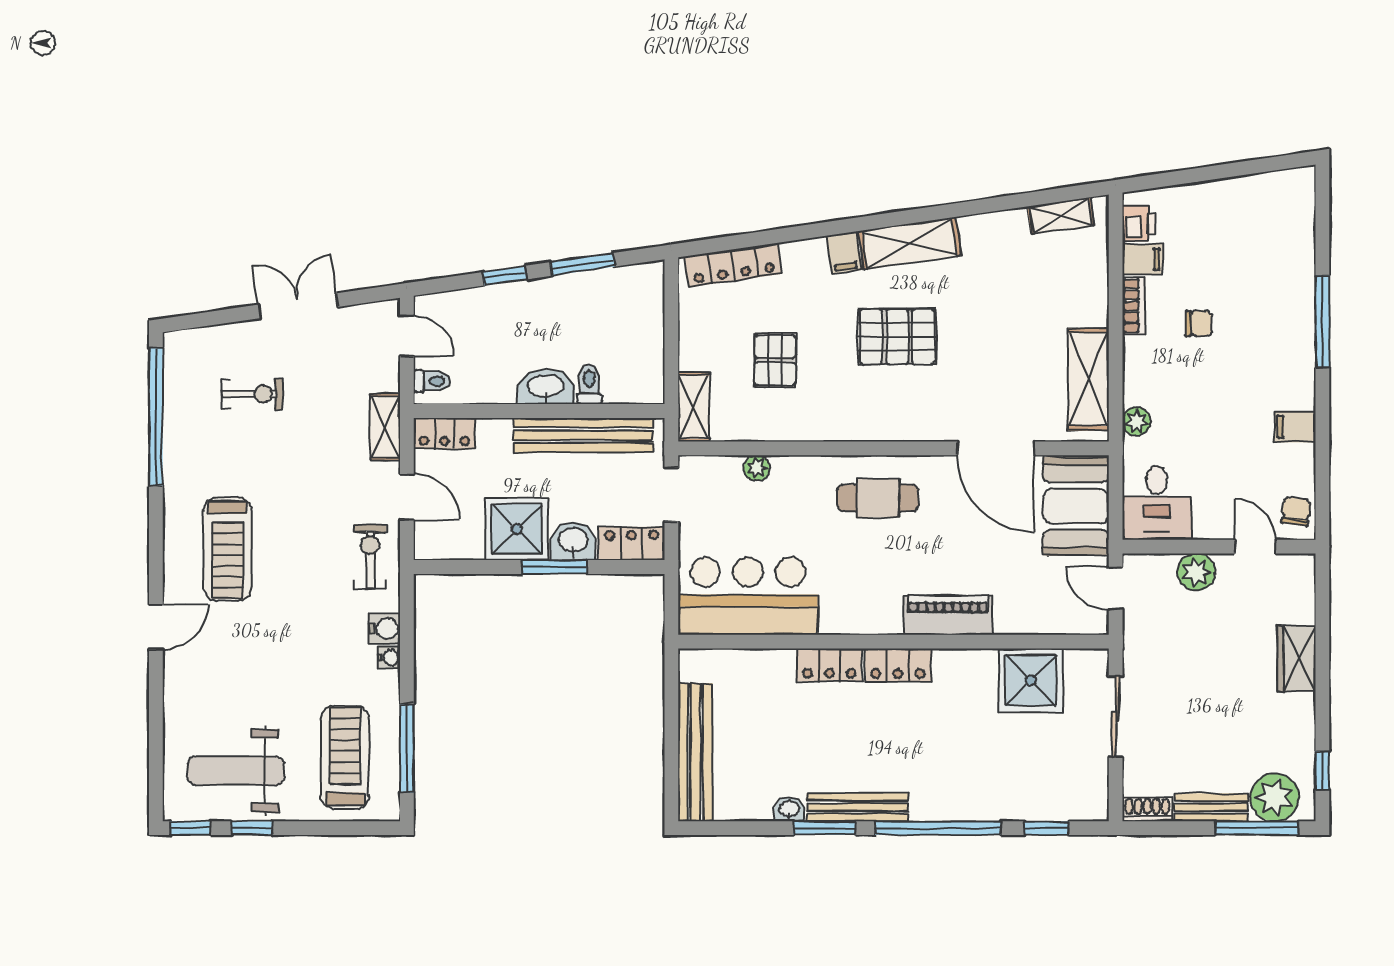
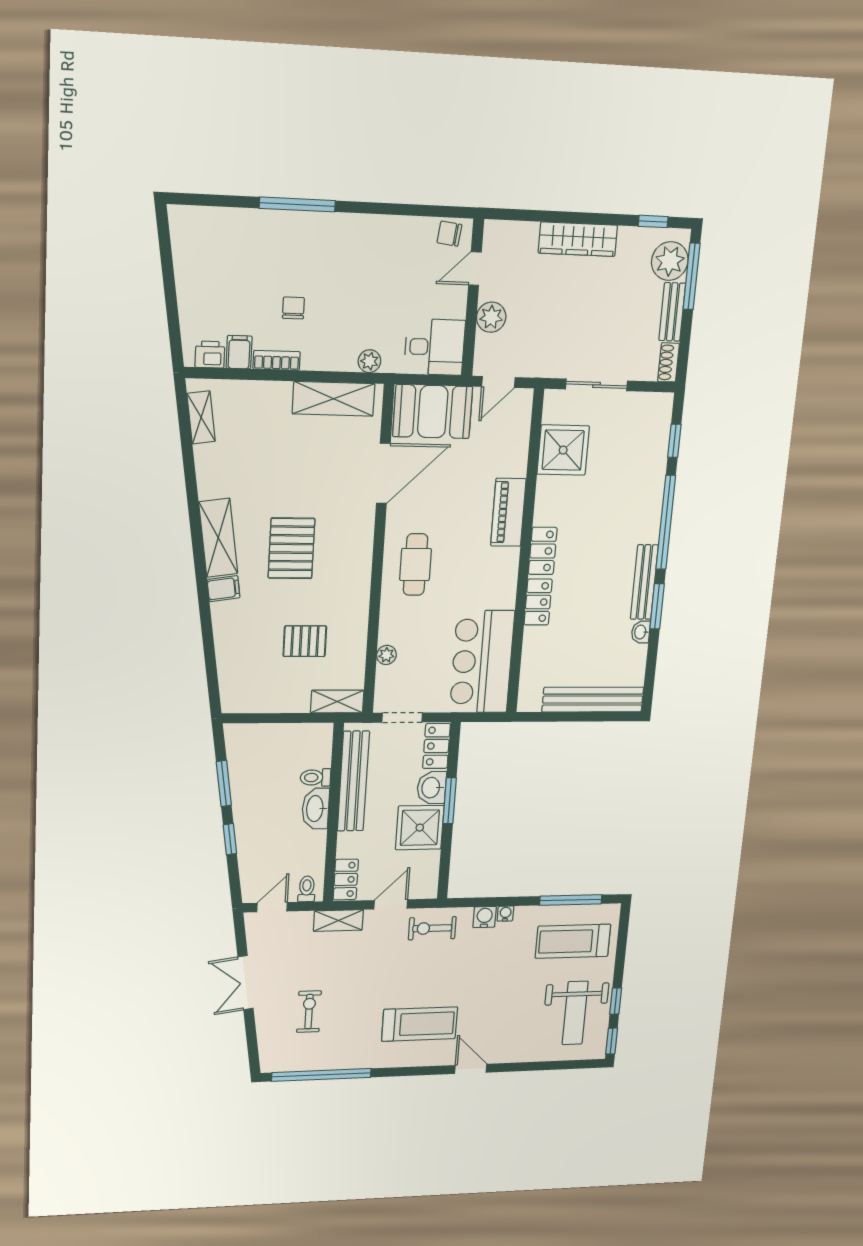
locker: (733, 265) -> (229, 672), removed
filing cabinet: (1295, 427) -> (382, 232), removed
wardrobe: (1297, 659) -> (578, 239), width x1.50

